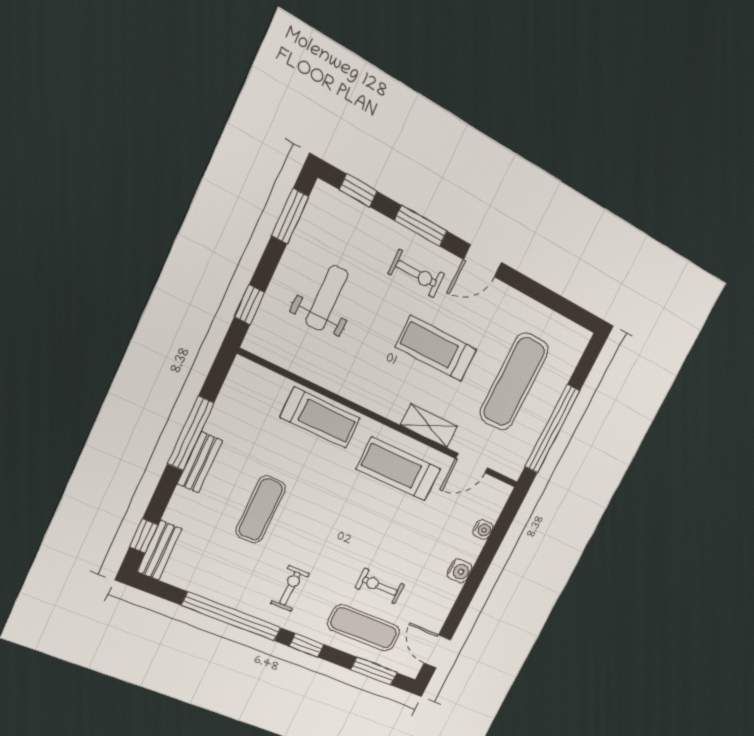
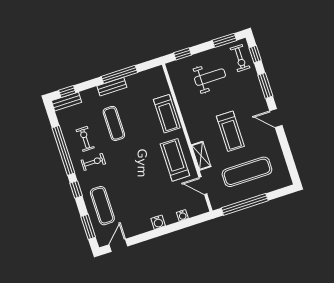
exercise bike: (416, 274) -> (240, 58), moved
treadmill: (436, 348) -> (230, 131), turned 180
exercise mat: (261, 510) -> (114, 123), turned 90
exercise bike: (380, 586) -> (85, 139), moved

